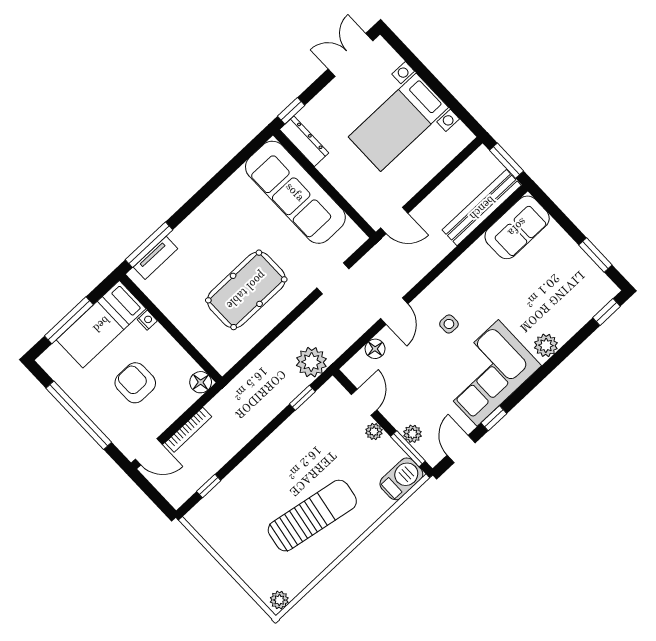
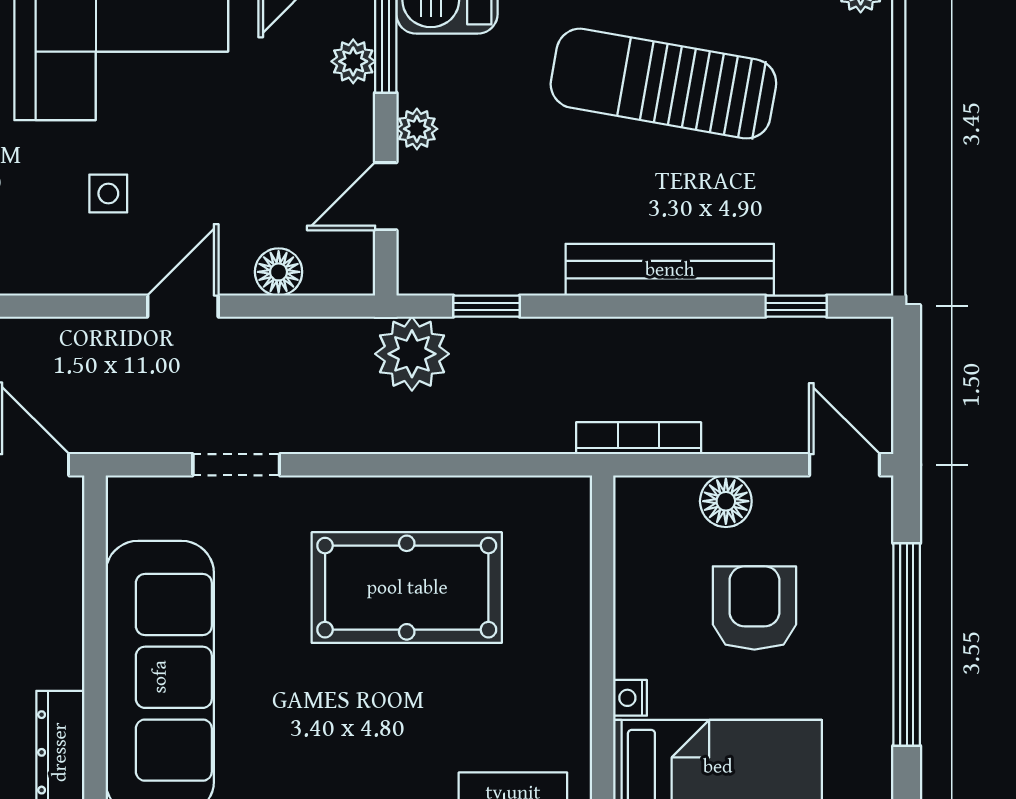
floor lamp: (201, 382) -> (726, 501), moved
armchair: (135, 383) -> (754, 608), turned 180
bookcase: (188, 430) -> (639, 438), moved
bench: (257, 461) -> (670, 270), added

